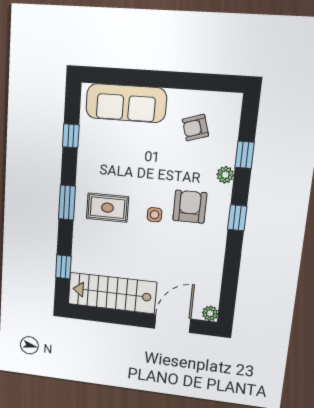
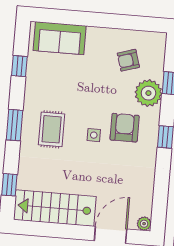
sofa: (126, 103) -> (60, 38), width x0.73
plant: (225, 175) -> (148, 93), width x1.88, depth x1.88
rug: (107, 208) -> (52, 129), turned 90

